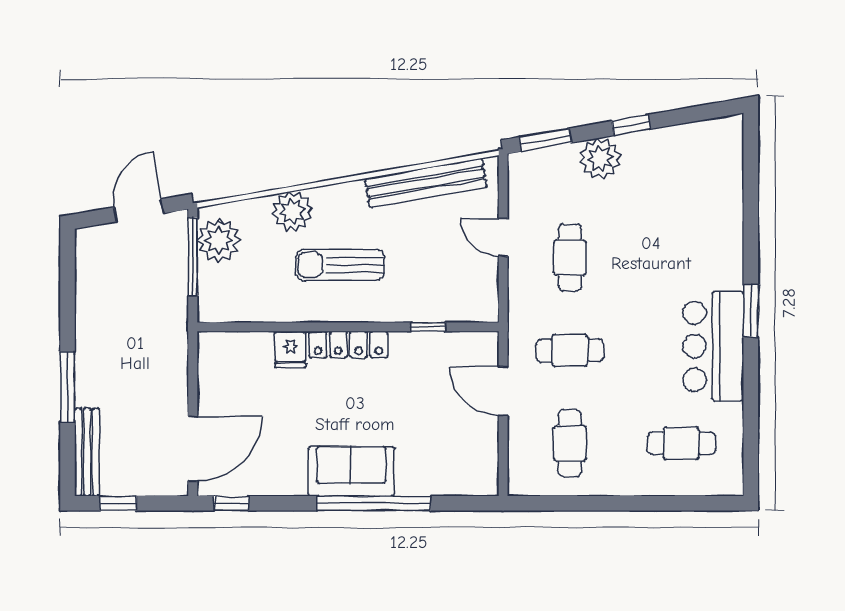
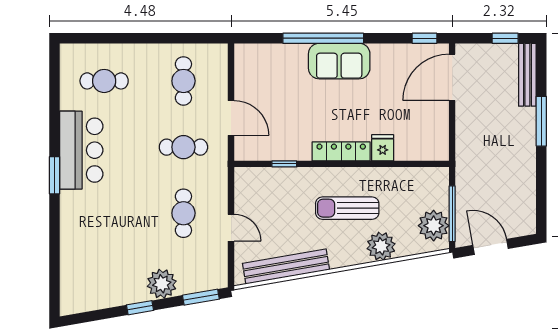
door: (139, 210) -> (490, 247), swing flipped
sun lounger: (340, 265) -> (347, 208), turned 180

